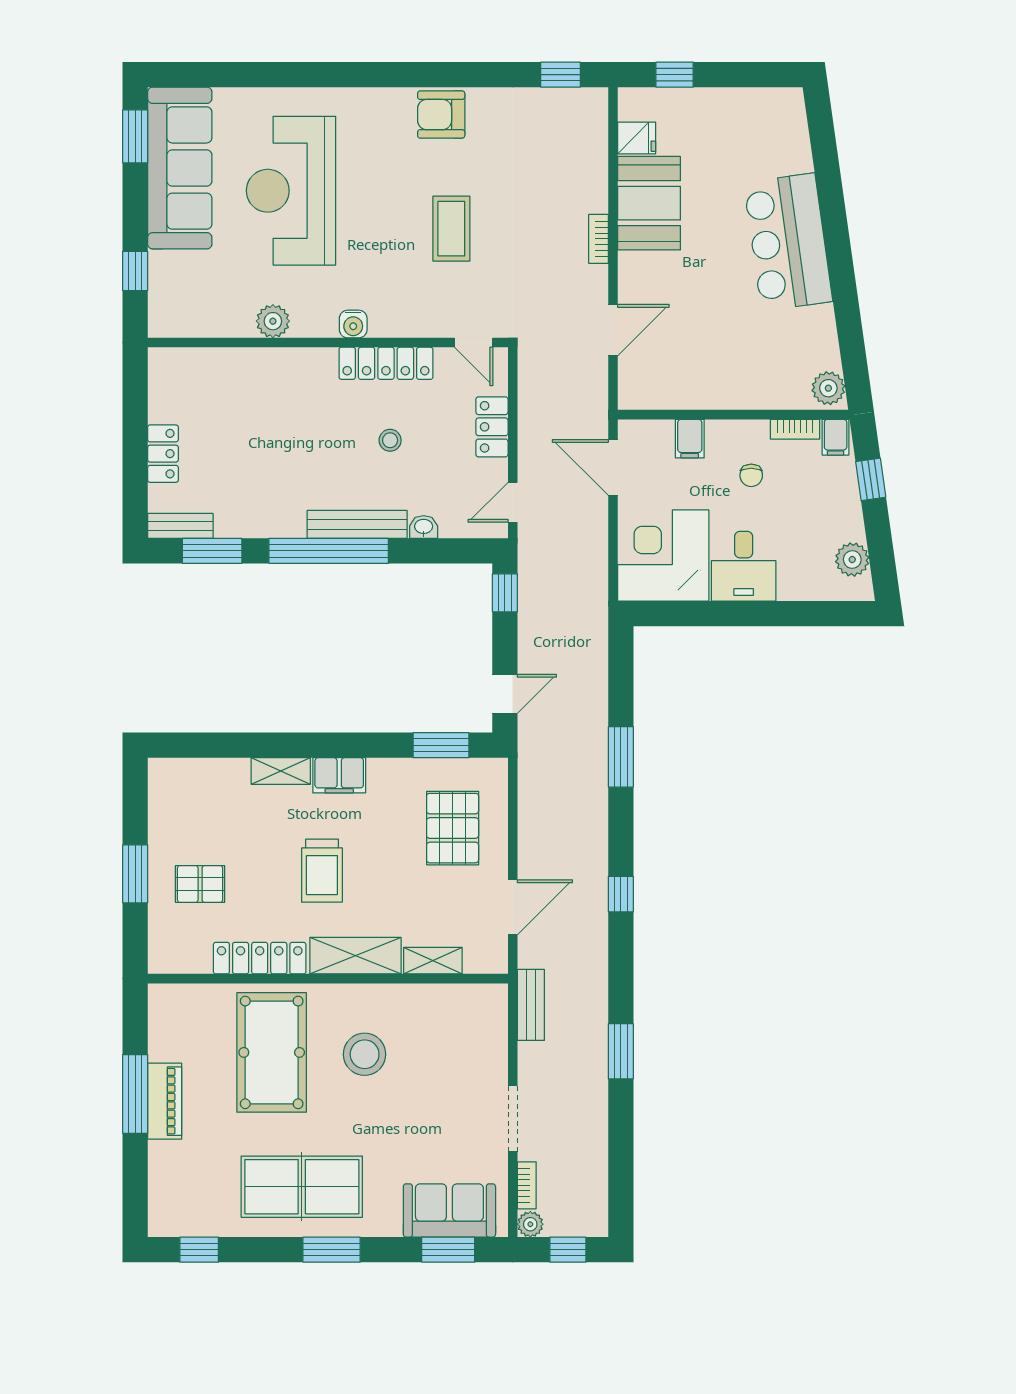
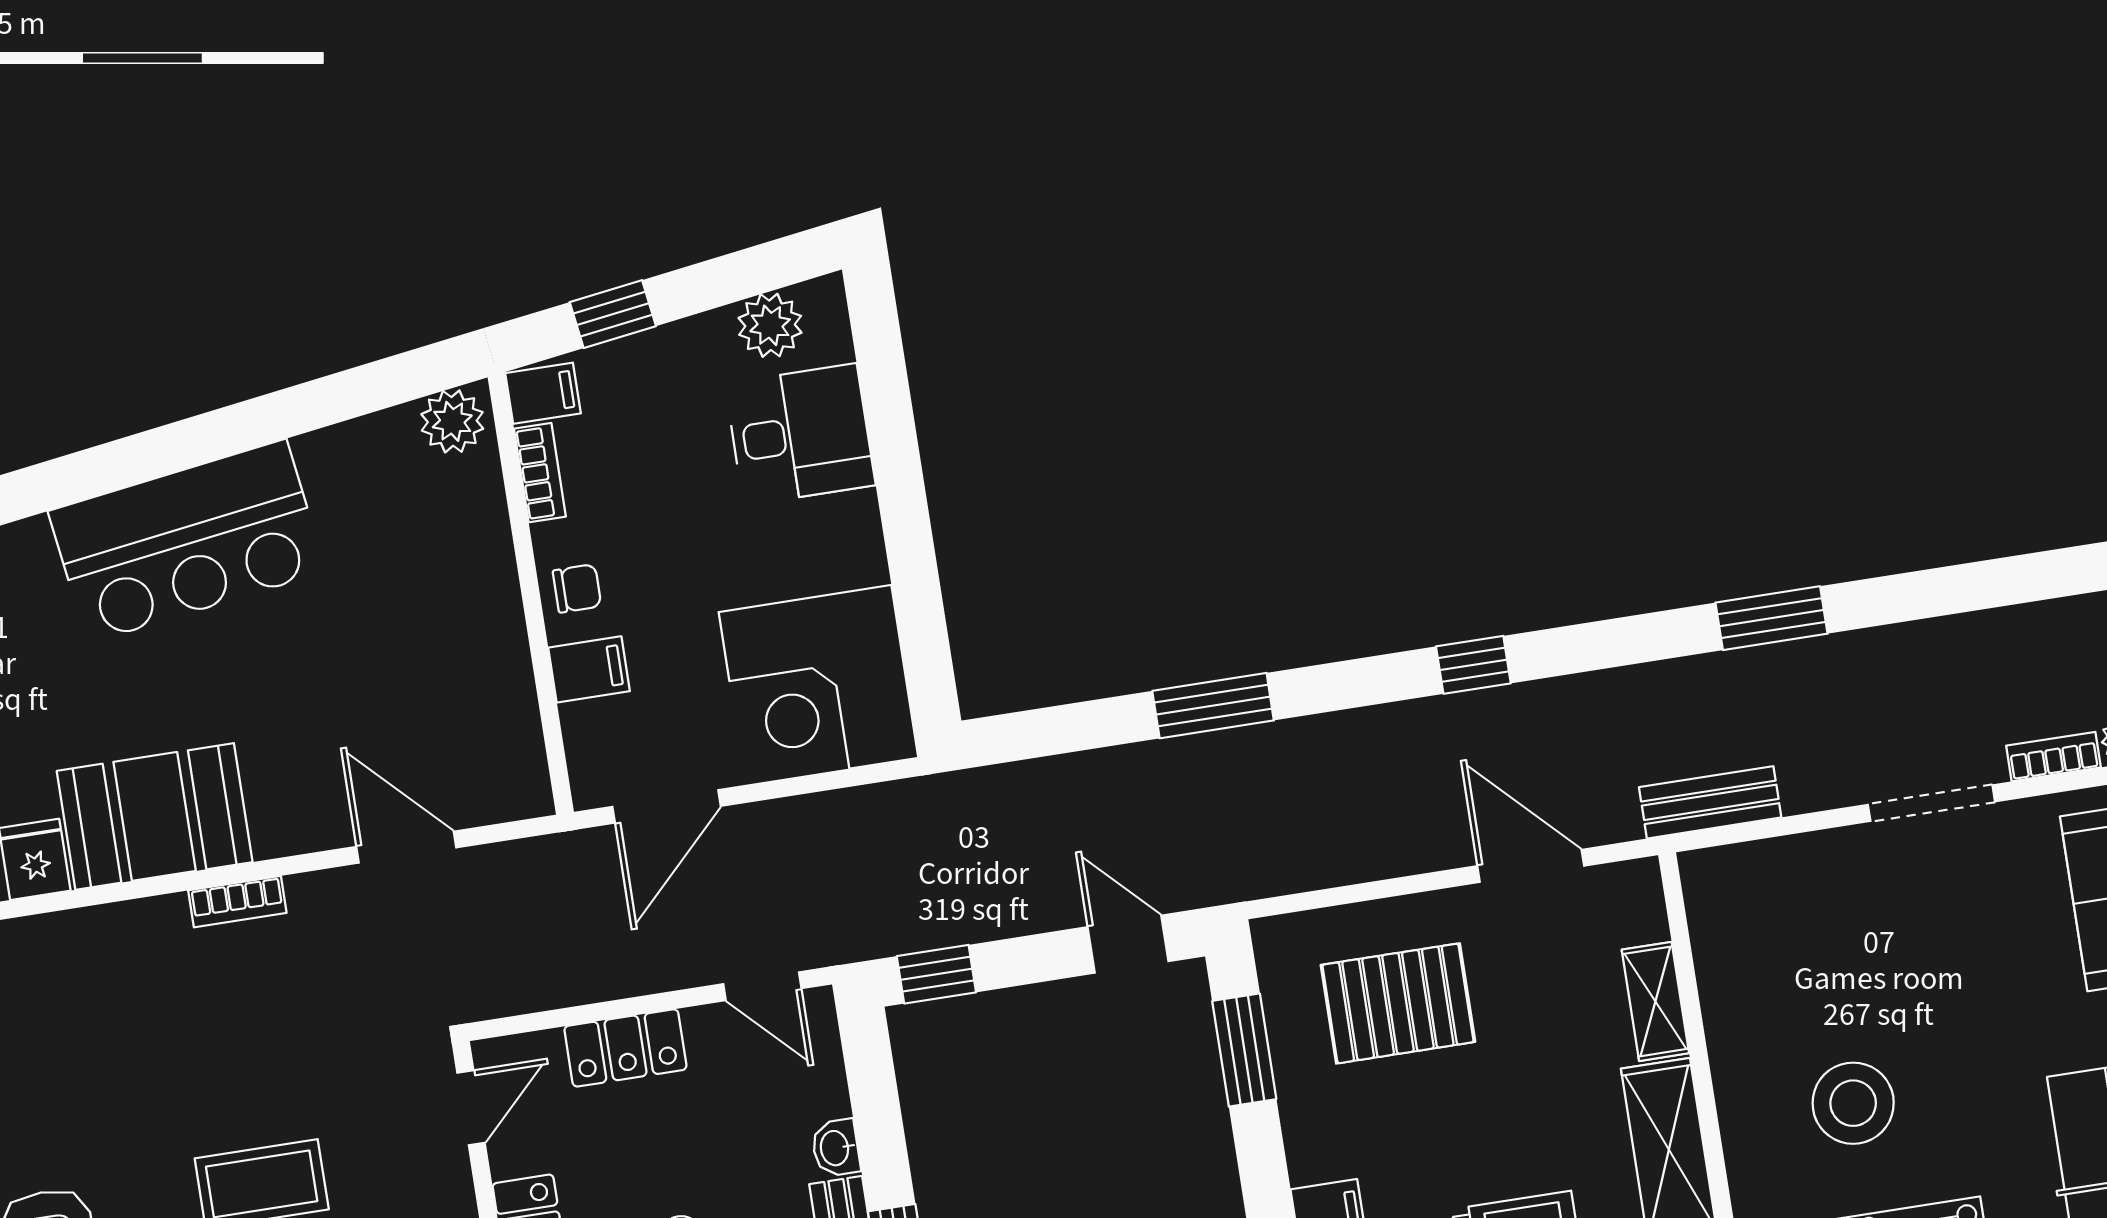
chair: (751, 475) -> (577, 588), moved
desk: (744, 566) -> (800, 434), moved

